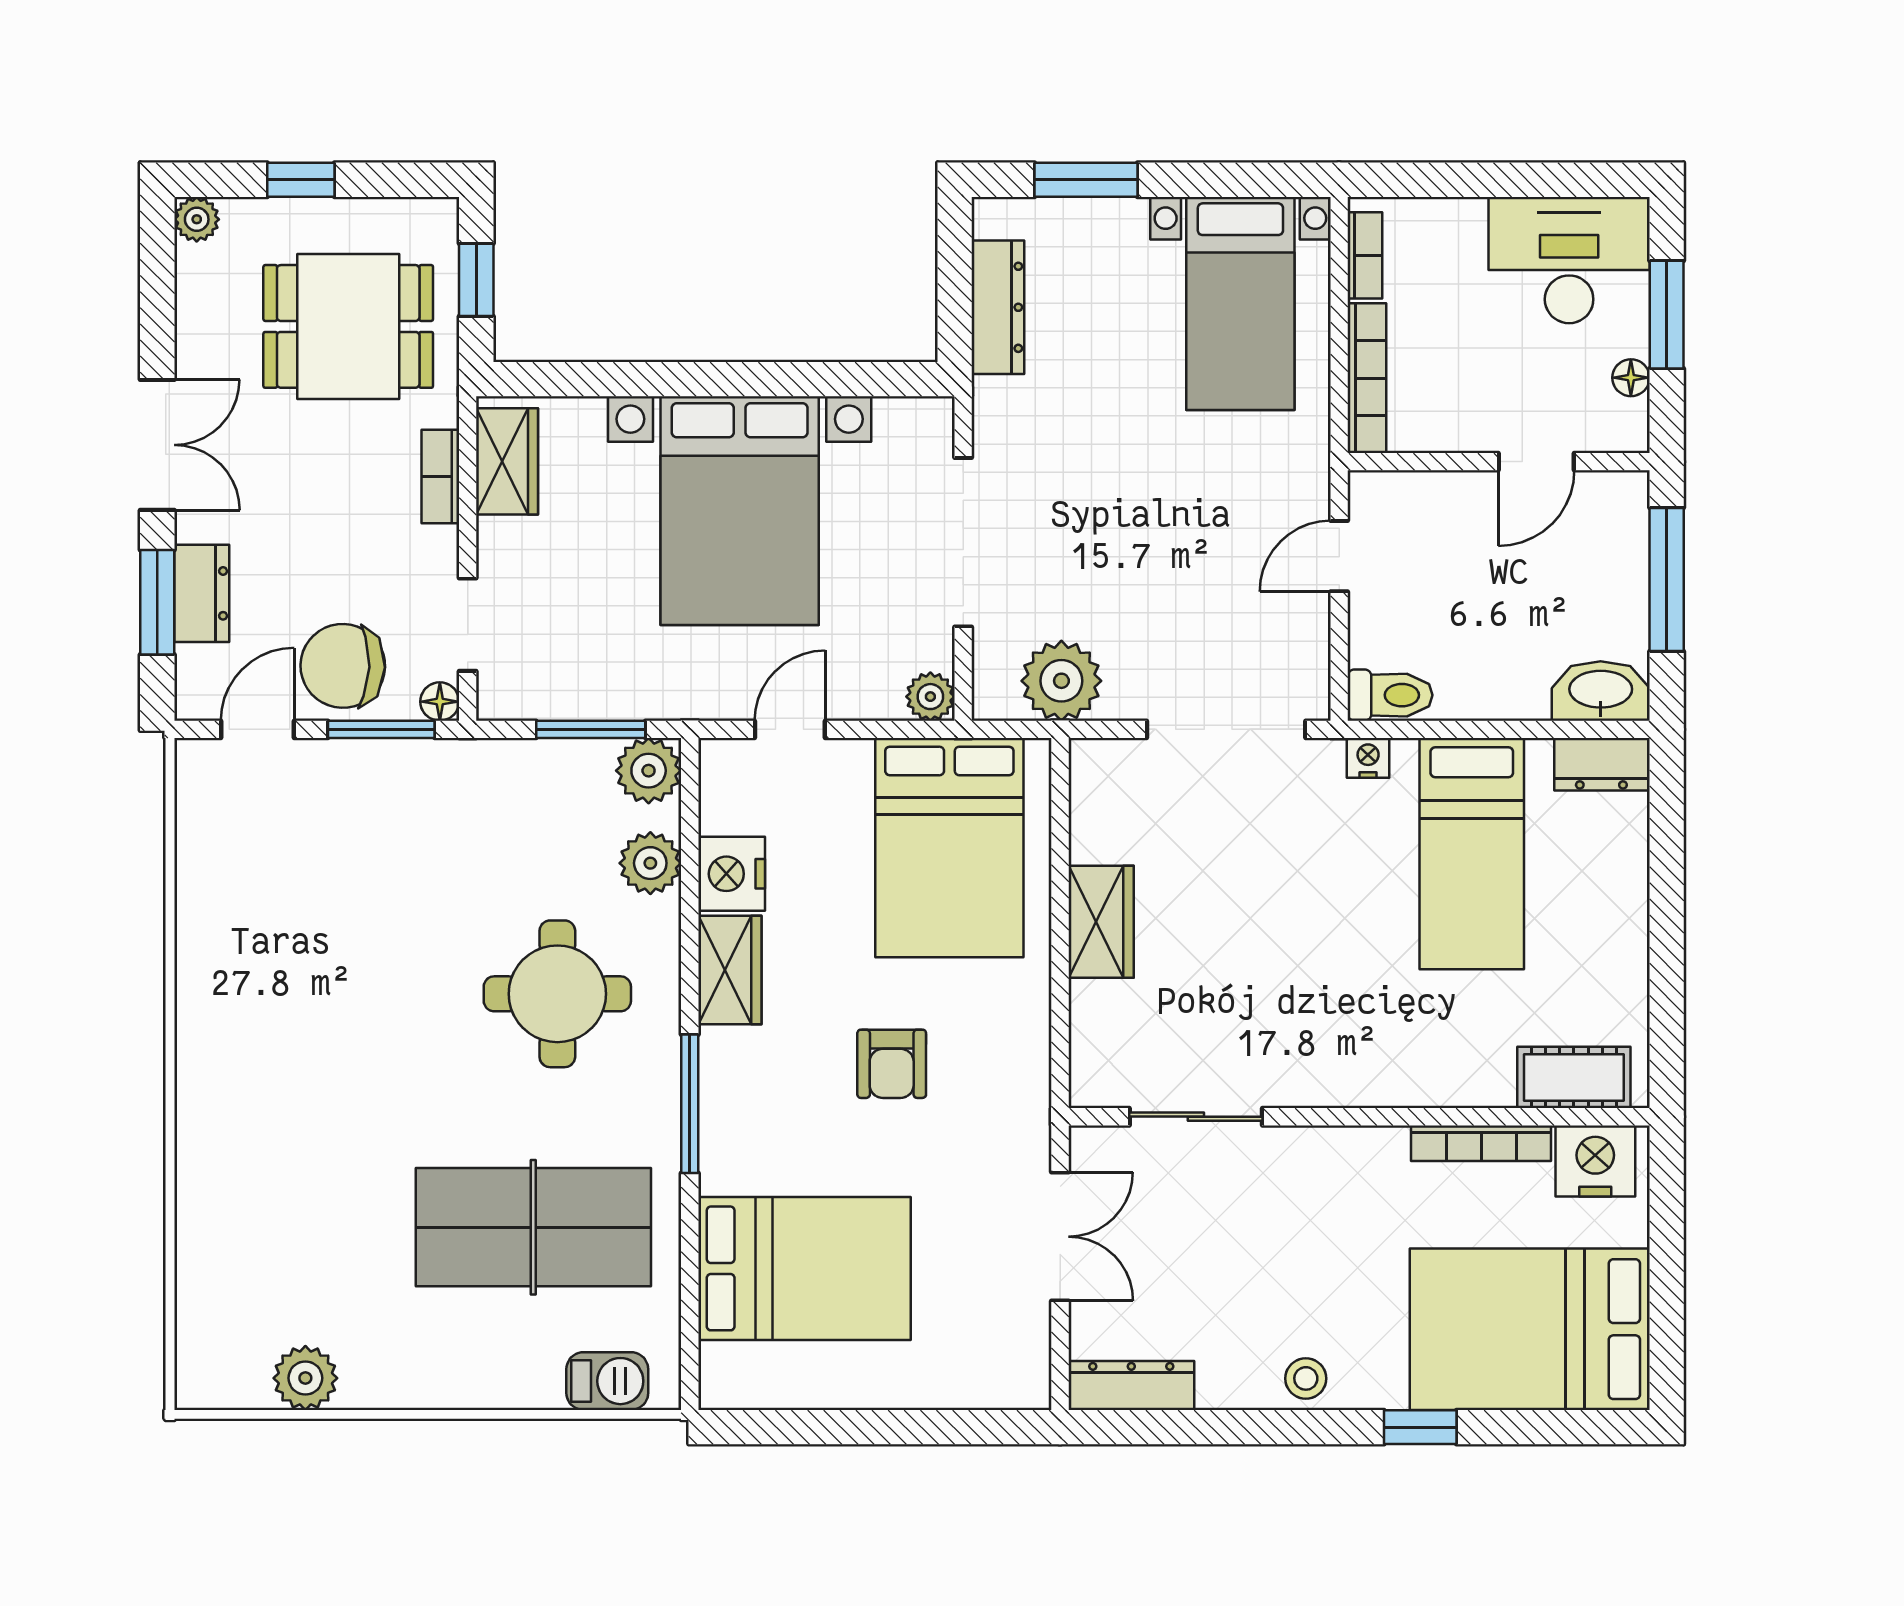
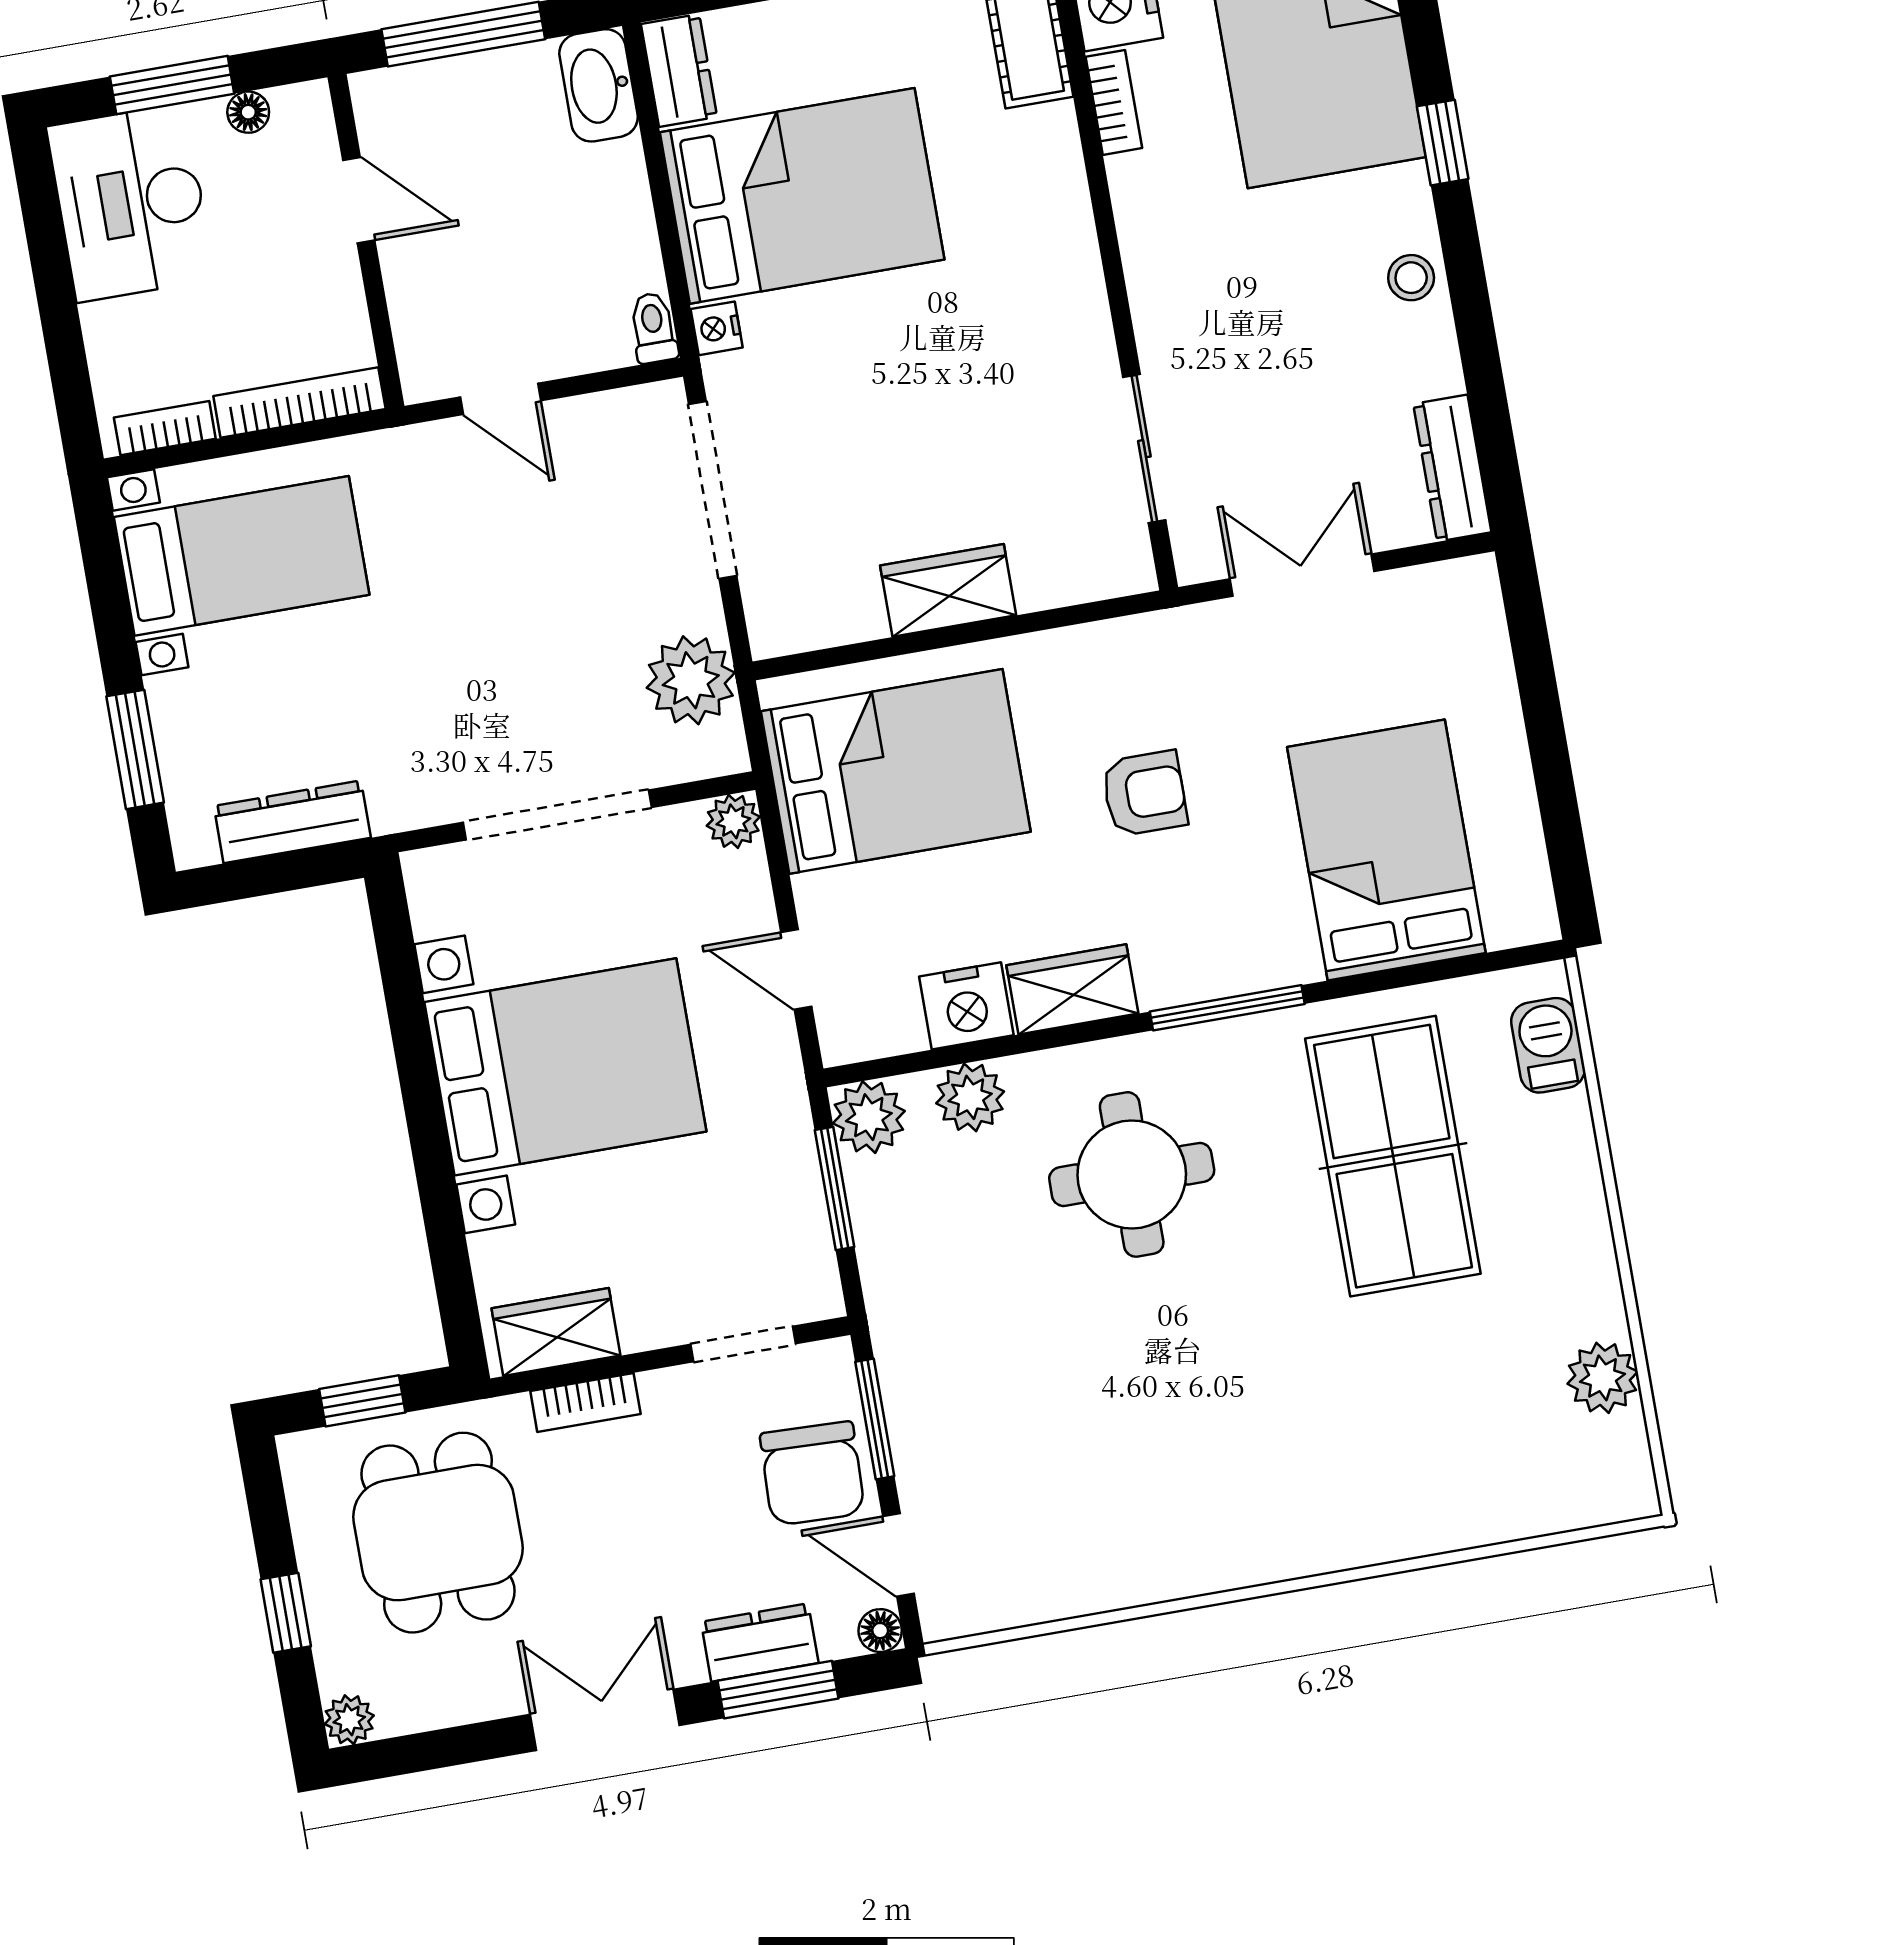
toilet: (1390, 695) -> (653, 328), width x0.73, depth x0.72
floor lamp: (440, 702) -> (880, 1631), moved
bed: (1472, 854) -> (802, 196), width x1.50
bookcase: (1481, 1143) -> (1114, 102), width x0.64

